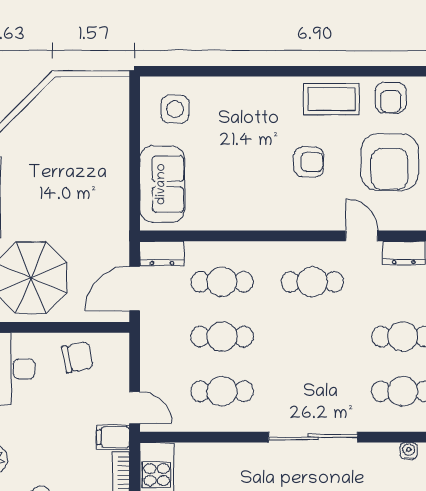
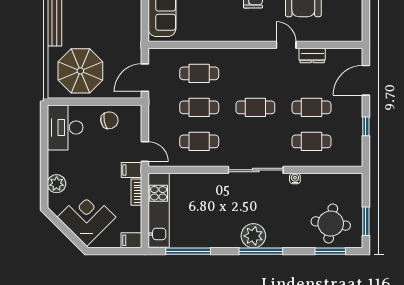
dresser: (162, 254) -> (162, 56), removed
cafe table: (312, 282) -> (255, 107), moved
water cooler: (409, 451) -> (295, 179), moved

